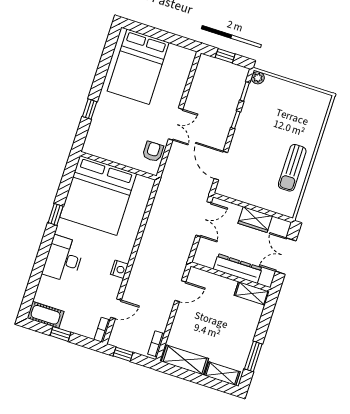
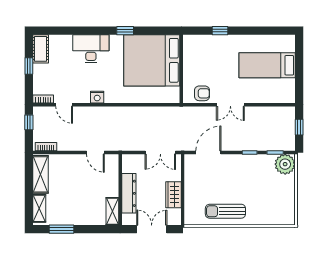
bed: (138, 67) -> (267, 65), width x0.67
plant: (258, 78) -> (285, 164), width x1.87, depth x1.87

